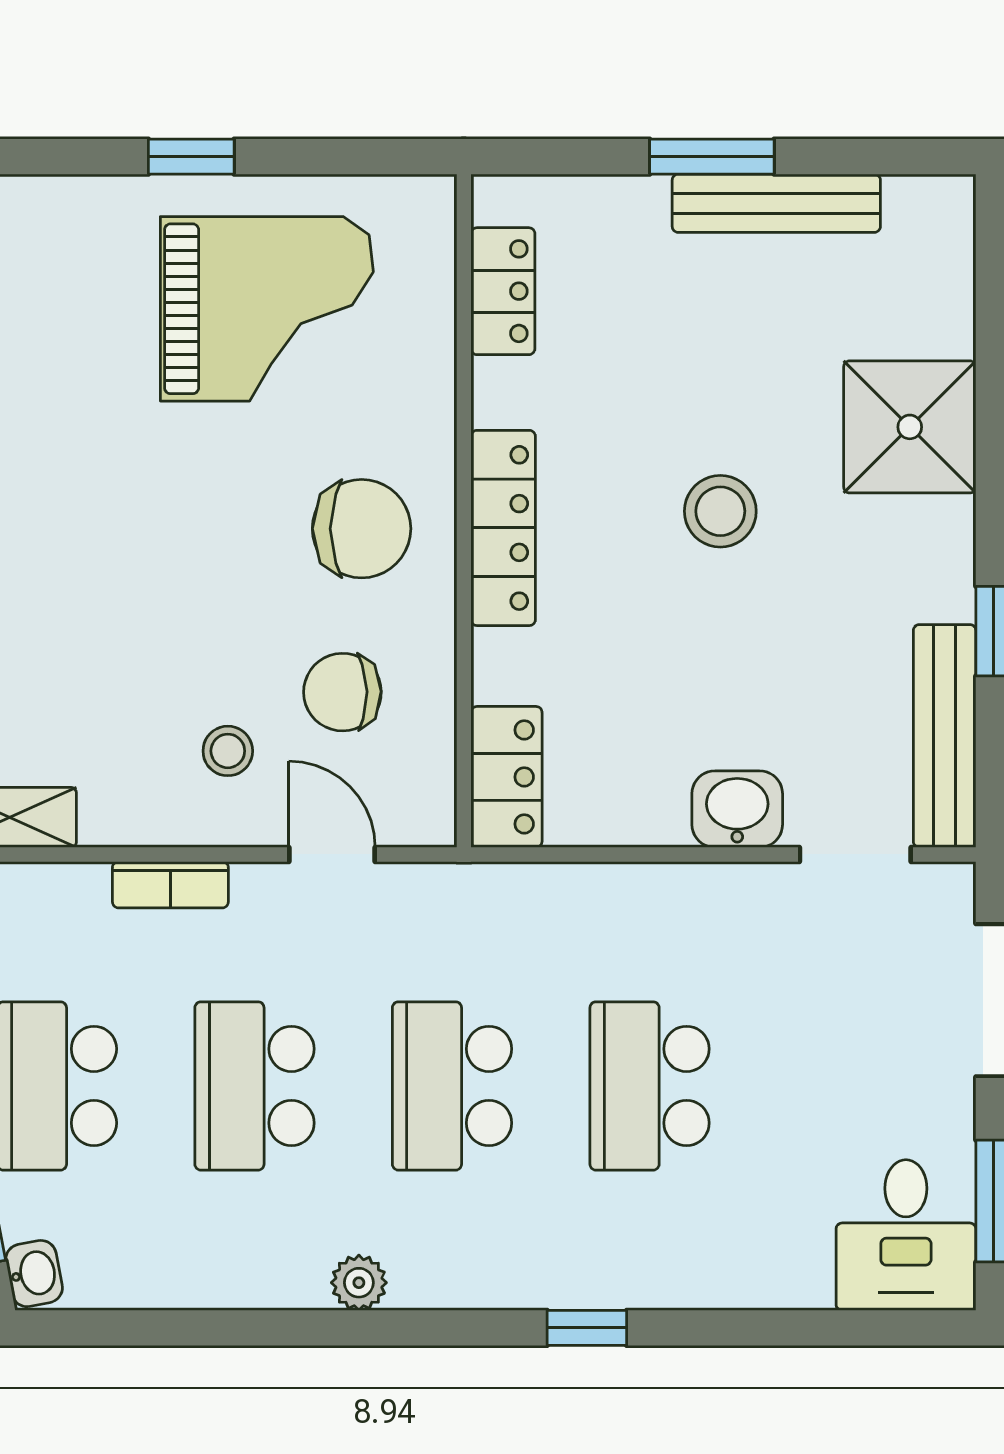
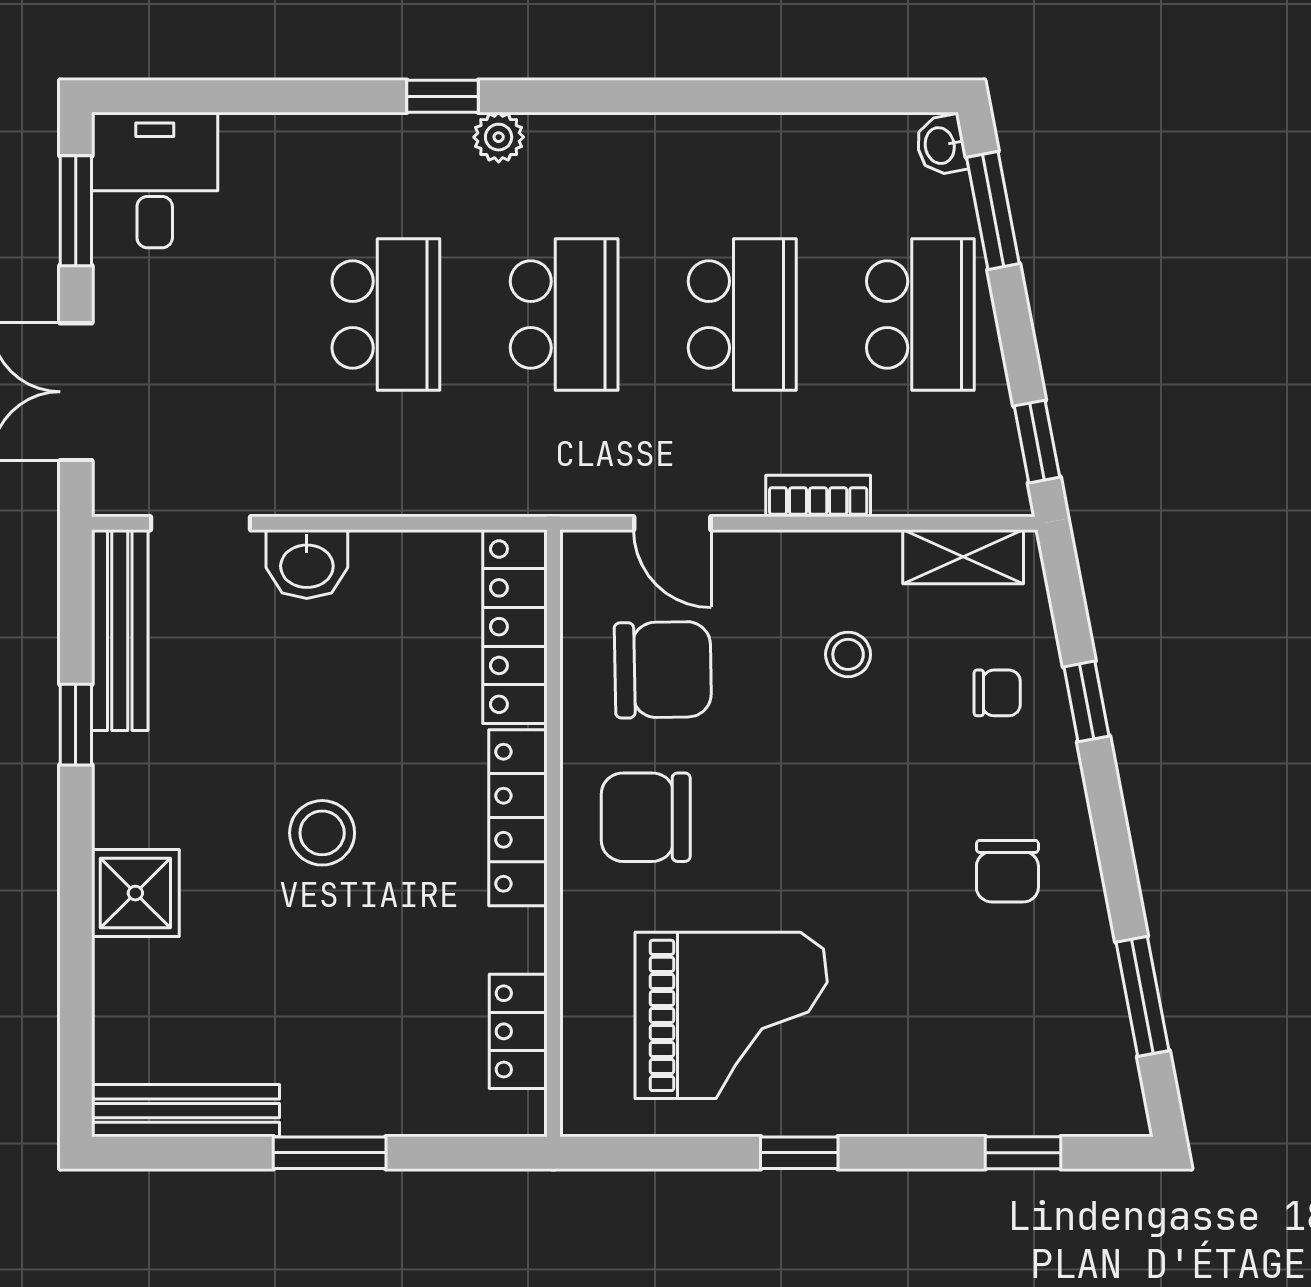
bench: (776, 203) -> (186, 1111), moved
grand piano: (267, 309) -> (731, 1015), turned 180
shower: (910, 427) -> (135, 893), width x0.73, depth x0.73
chair: (342, 692) -> (663, 670), width x1.37, depth x1.37
stool: (228, 751) -> (848, 654), moved
locker: (506, 777) -> (515, 627), width x1.53
plant: (359, 1283) -> (499, 137), moved

